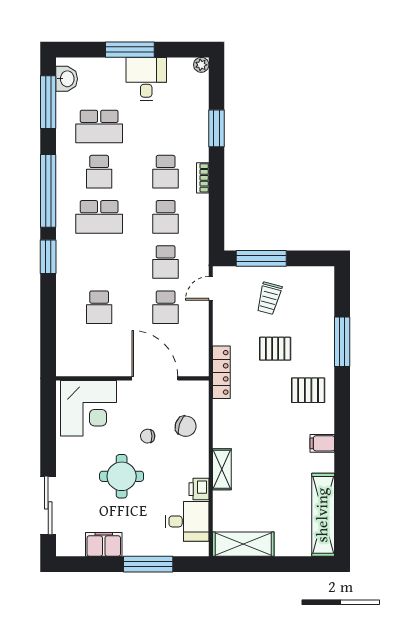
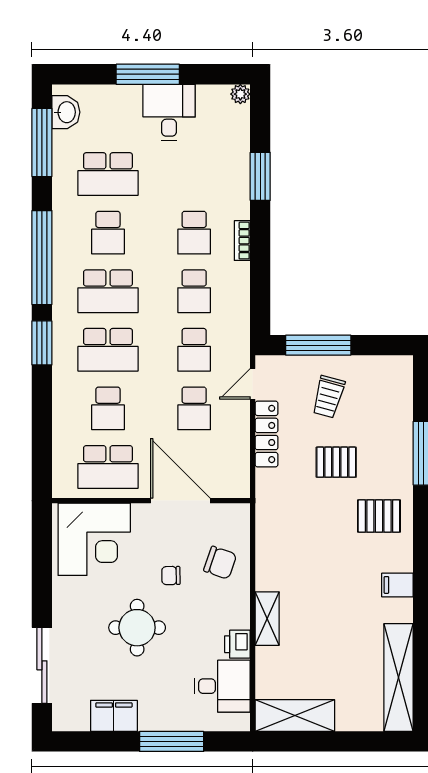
school desk: (99, 262) -> (108, 350), added
school desk: (99, 352) -> (108, 467), added
locker: (221, 372) -> (266, 434), moved

